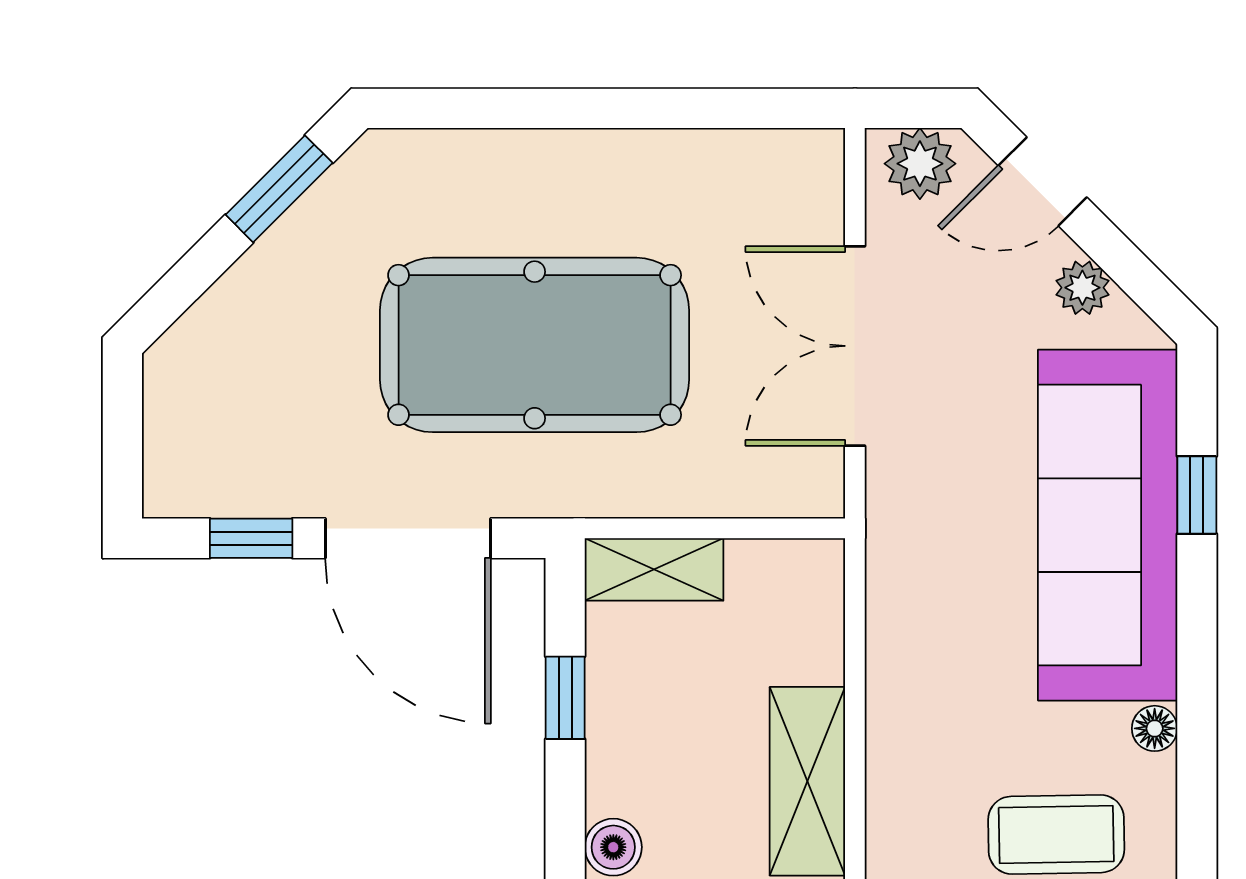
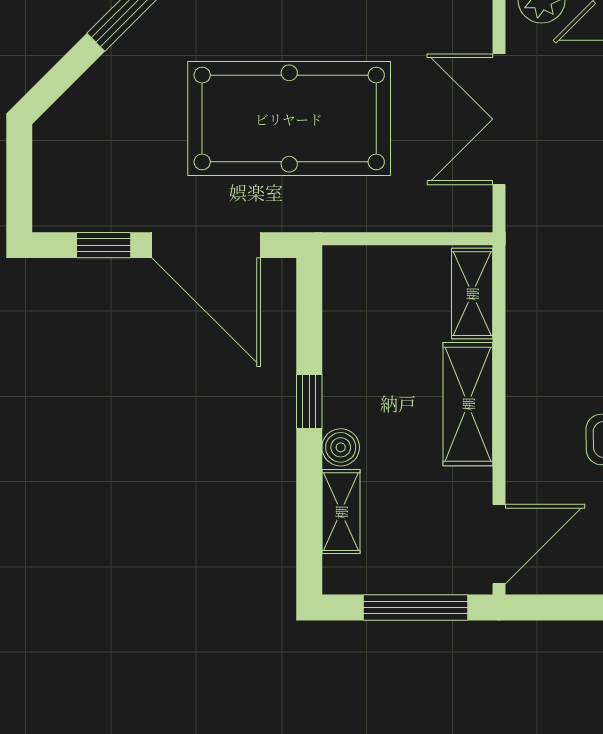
shelving: (654, 569) -> (472, 294), moved, turned 90
window: (565, 698) -> (309, 401), moved

